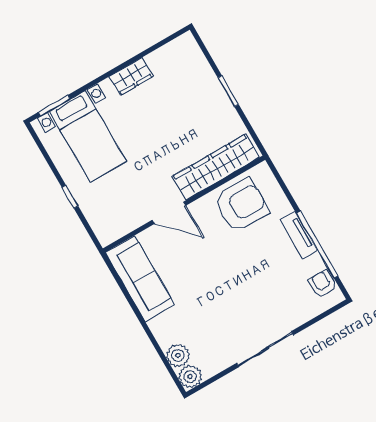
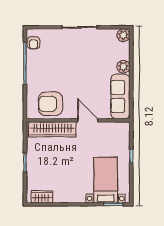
wardrobe: (131, 76) -> (42, 197), moved
tv unit: (299, 235) -> (31, 73), removed
plant: (178, 355) -> (123, 67), moved

